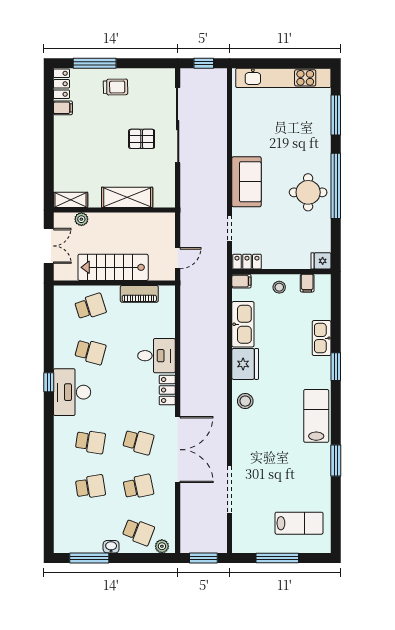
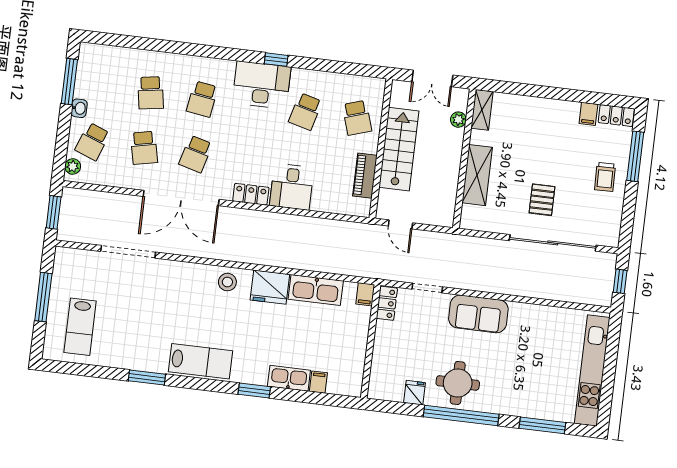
fridge: (321, 261) -> (414, 393), moved
filing cabinet: (307, 283) -> (318, 382), moved, turned 90
stool: (279, 287) -> (353, 337), removed

